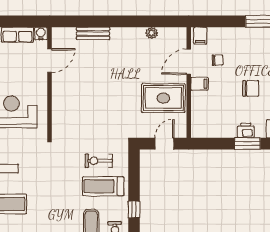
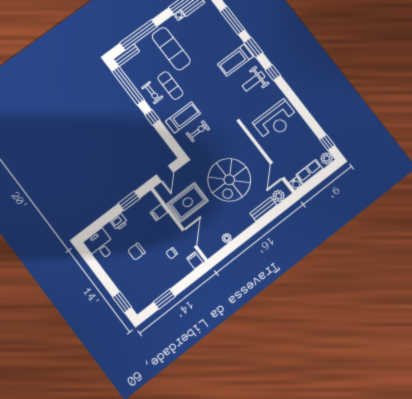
plant: (68, 35) -> (279, 196), added
filing cabinet: (200, 84) -> (159, 212), moved
spiral stairs: (105, 88) -> (229, 180), added
window: (247, 144) -> (129, 201), moved

